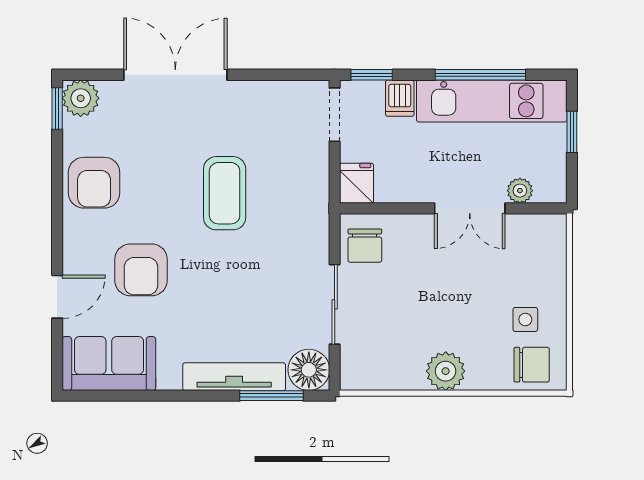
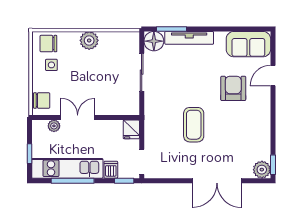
armchair: (94, 183) -> (255, 130), removed
chair: (365, 246) -> (42, 100), moved, turned 90

